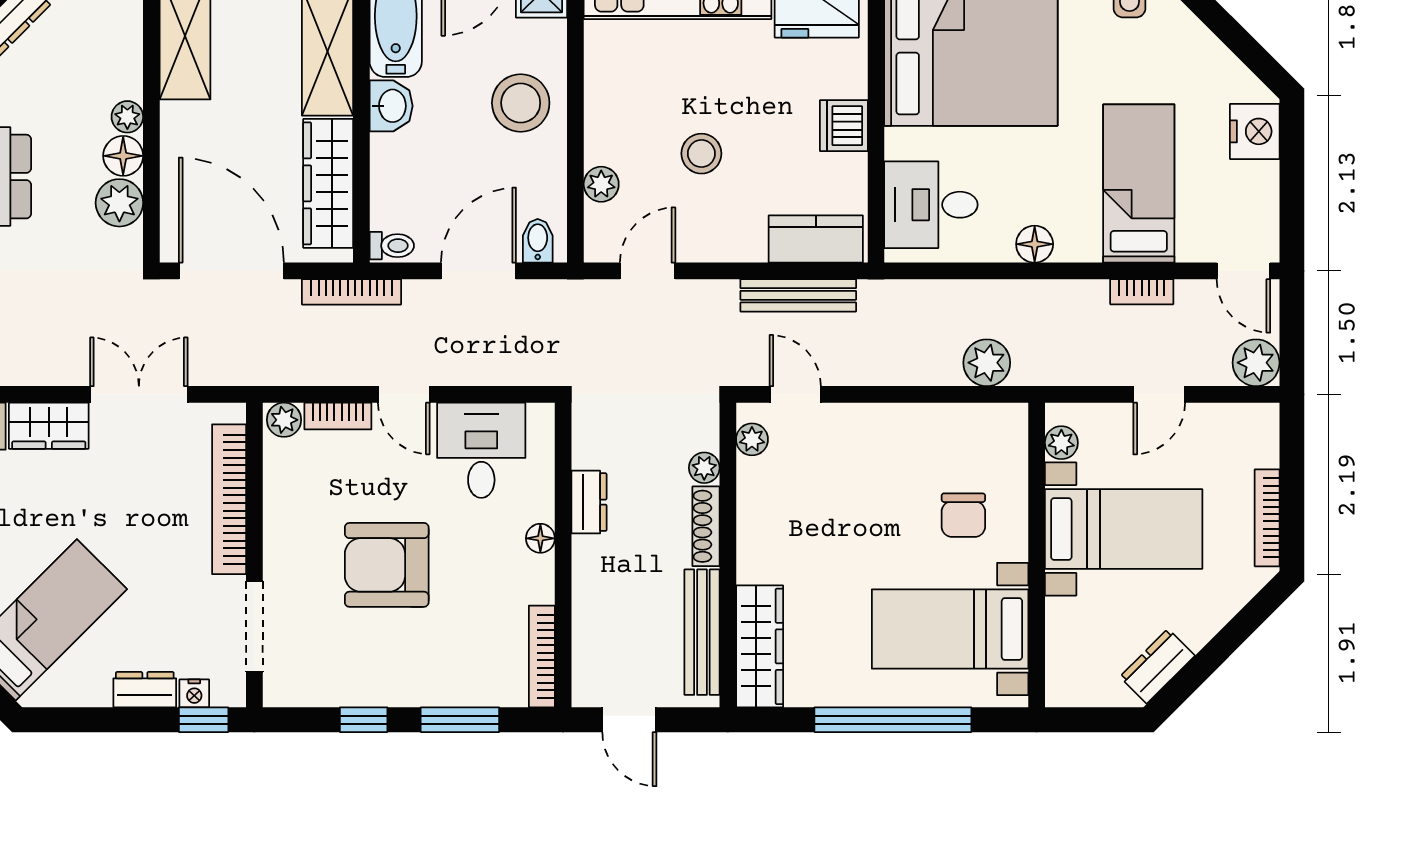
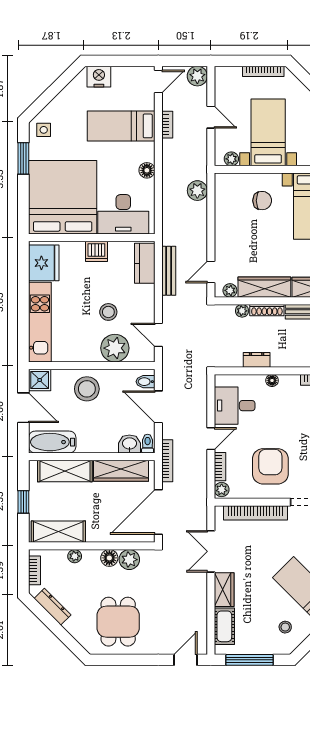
washbasin: (391, 106) -> (129, 444), moved
plant: (127, 117) -> (75, 556), moved
plant: (601, 184) -> (115, 348), width x1.88, depth x1.88
desk: (931, 205) -> (123, 214), width x1.37
wardrobe: (760, 520) -> (264, 287), added
armchair: (387, 565) -> (270, 466), moved, turned 180

